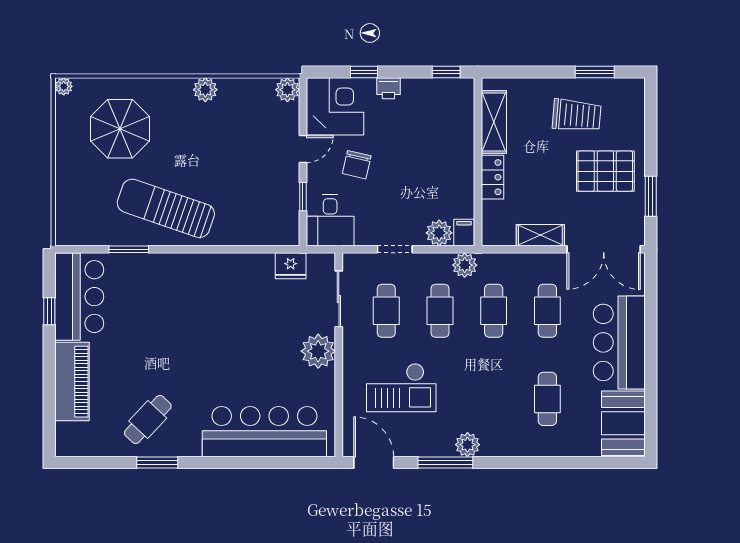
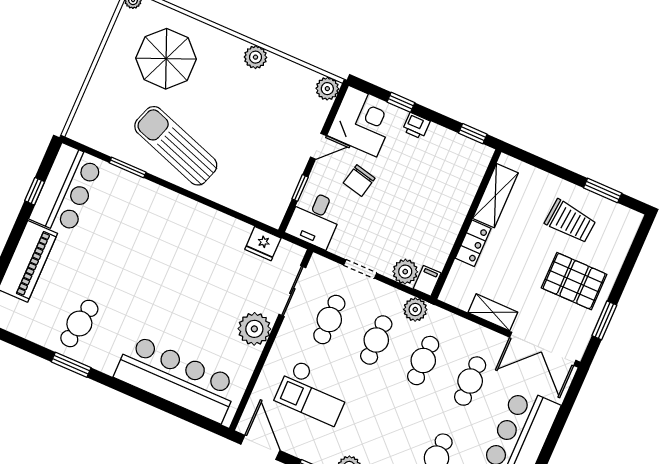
cafe table: (148, 419) -> (79, 323), turned -33

